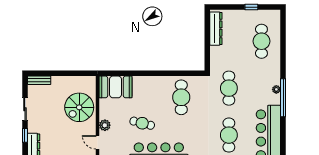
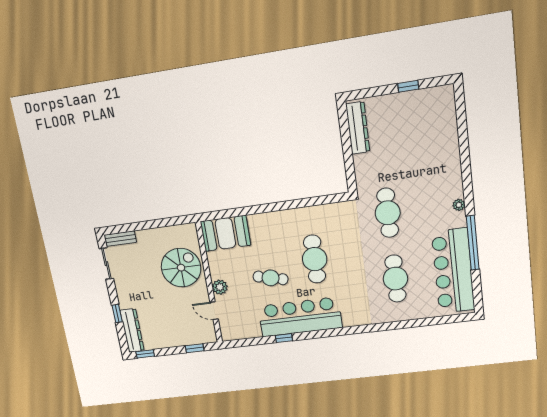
cafe table: (261, 41) -> (429, 136), removed
cafe table: (181, 97) -> (315, 259), moved
window: (283, 98) -> (473, 243), moved
spiral stairs: (79, 107) -> (181, 268), turned 180
sliding door: (25, 109) -> (106, 264), moved

